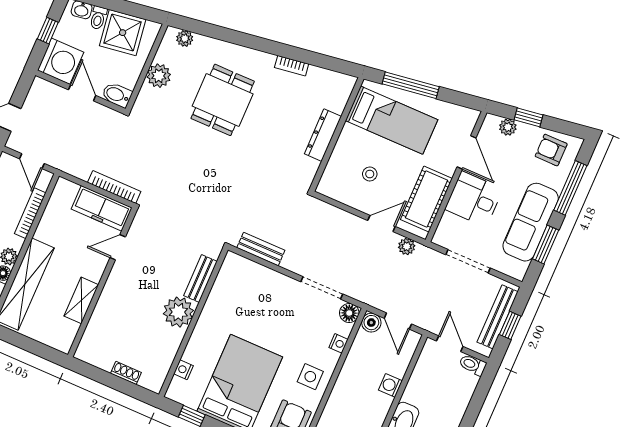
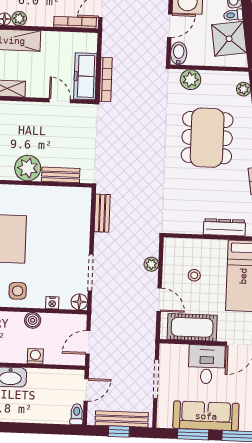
plant: (159, 76) -> (191, 80), moved
dining table: (223, 100) -> (207, 138), width x1.37
dresser: (323, 135) -> (224, 227), moved
bookcase: (30, 213) -> (75, 22), moved
plant: (407, 246) -> (151, 264), moved
boiler: (371, 323) -> (33, 320), moved

